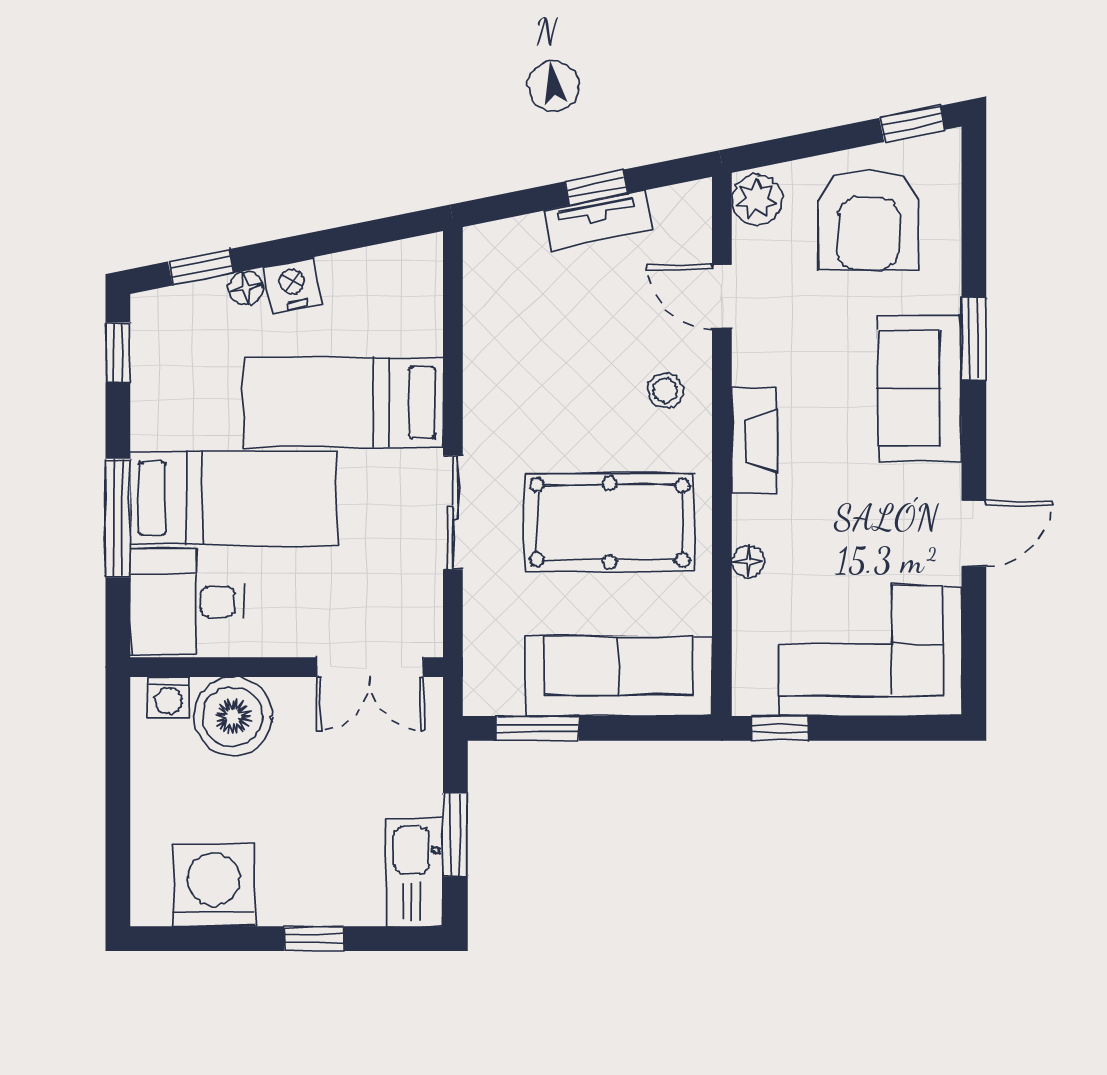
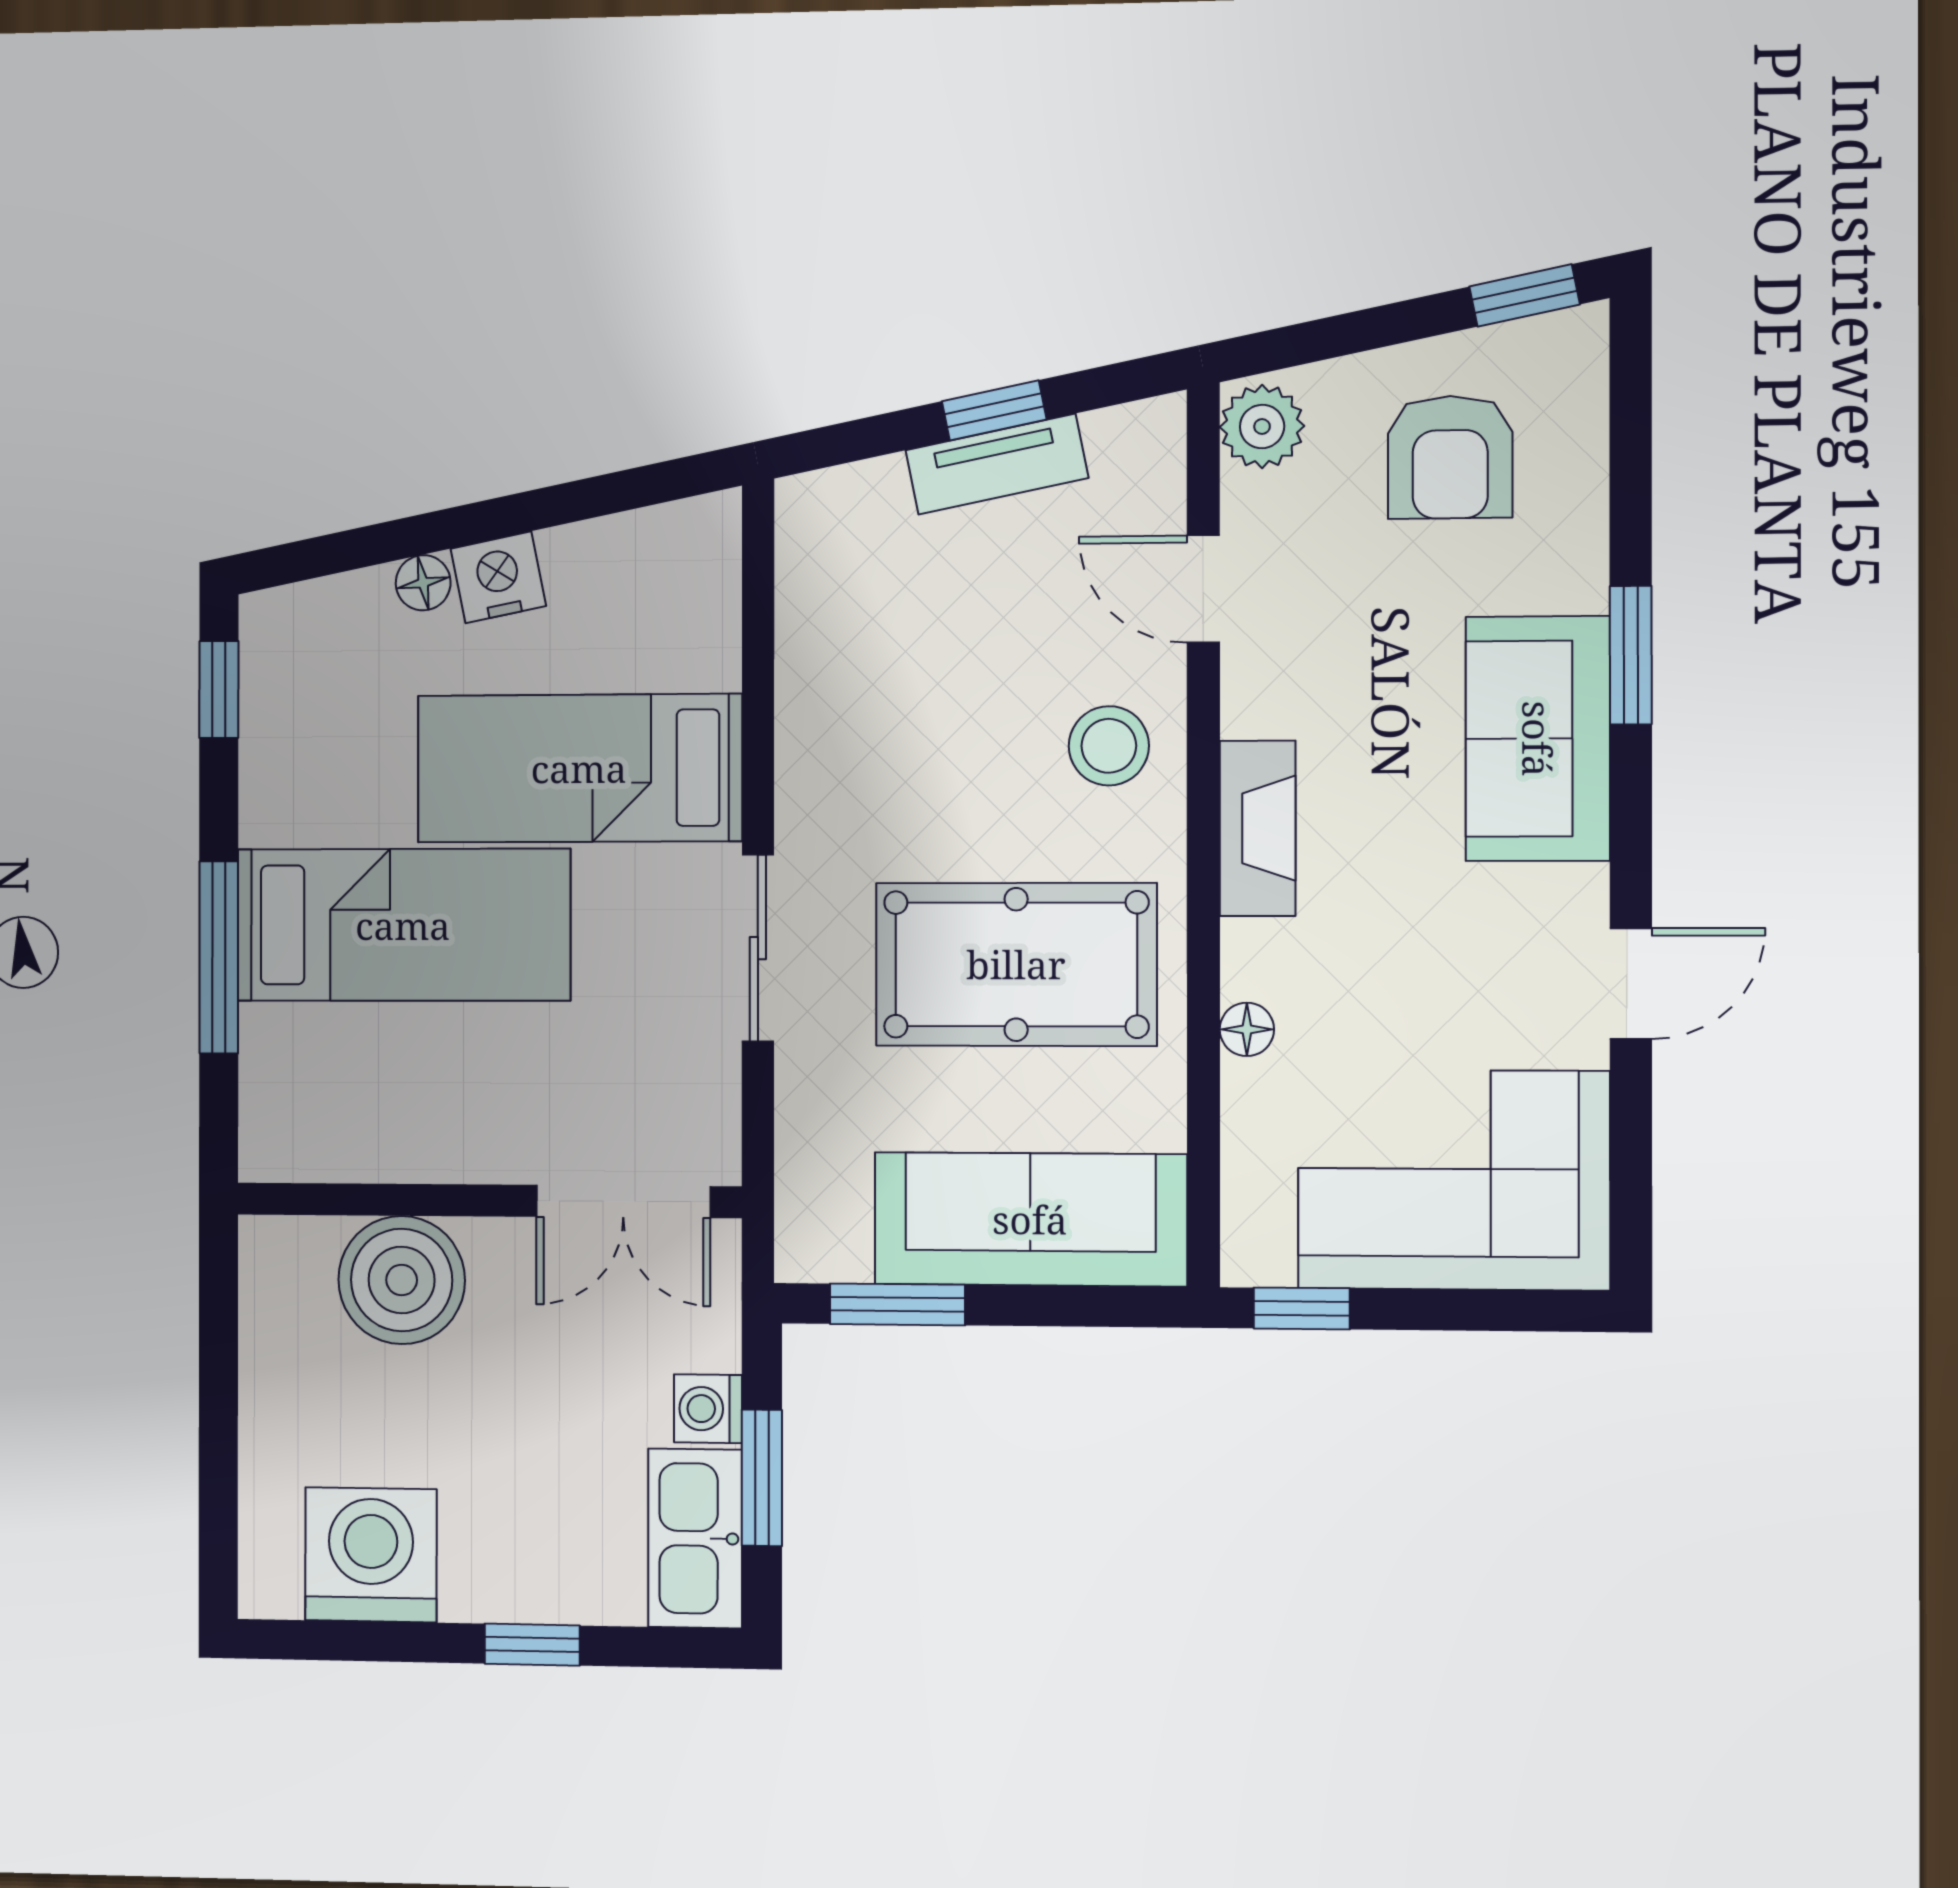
armchair: (868, 220) -> (1450, 457), width x0.73, depth x0.73
window: (201, 267) -> (351, 550), removed
stool: (665, 391) -> (1109, 746), width x1.37, depth x1.37
desk: (187, 602) -> (329, 1093), removed
washing machine: (169, 698) -> (708, 1409), moved, turned 90

